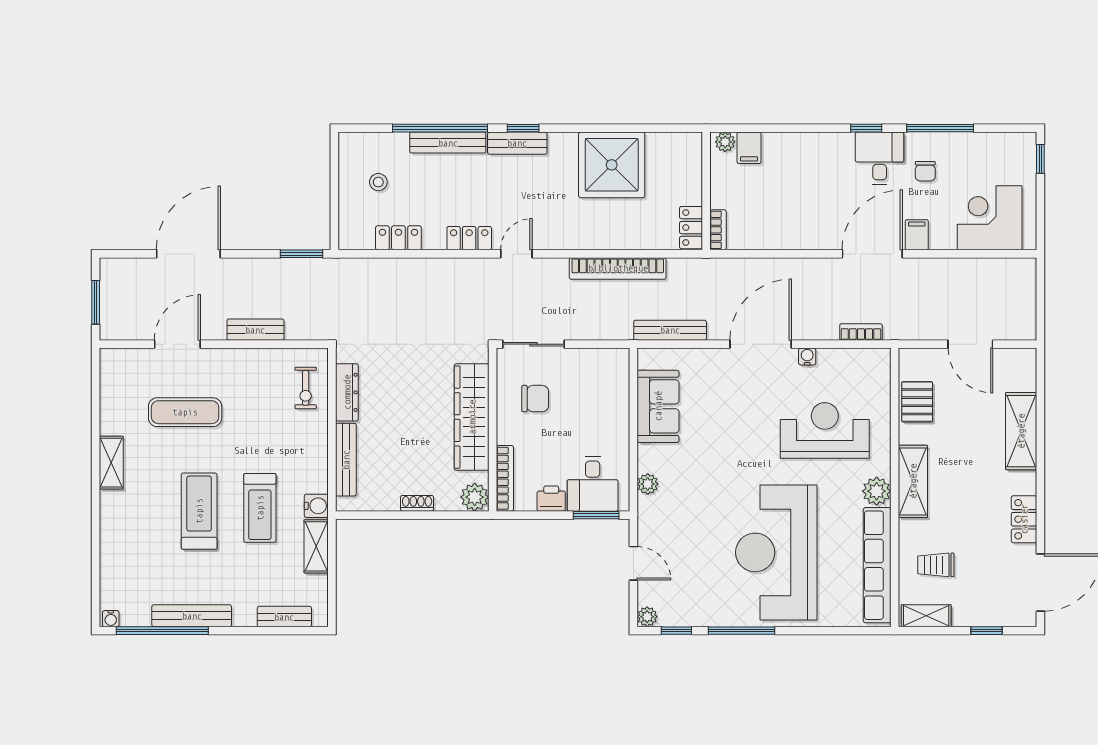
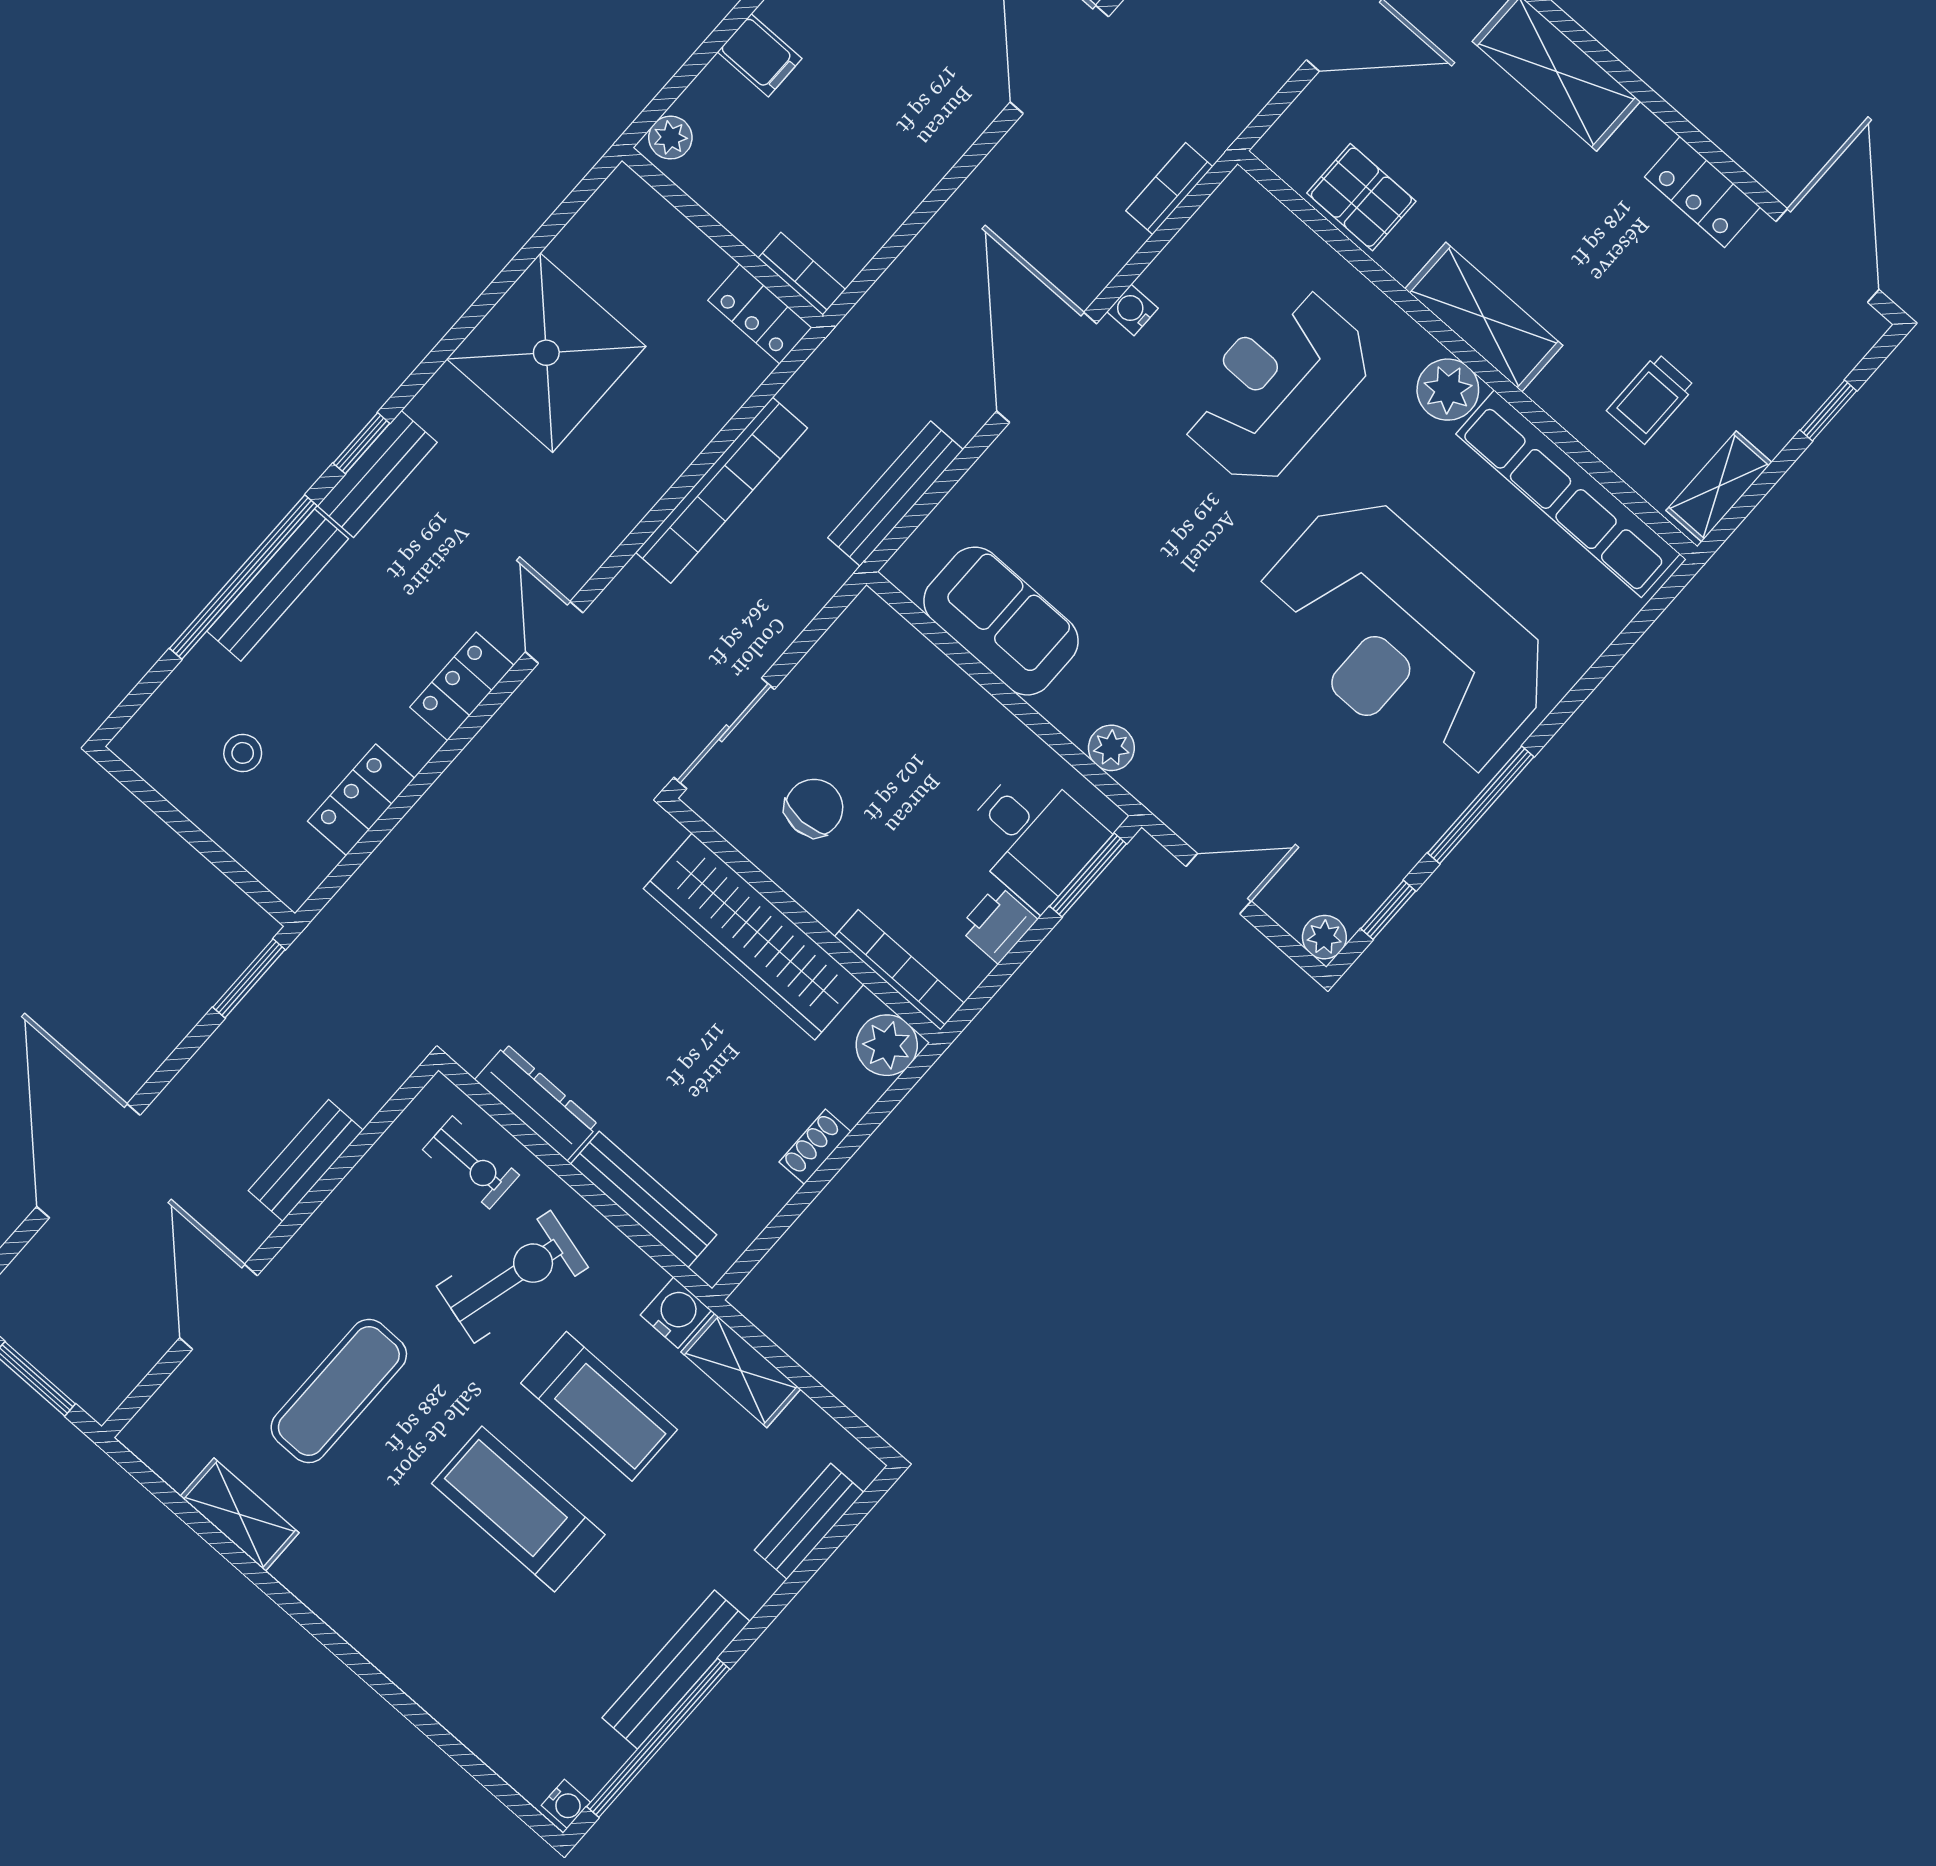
filing cabinet: (749, 148) -> (760, 55), moved
exercise bike: (278, 438) -> (512, 1277), added
shelving: (111, 463) -> (240, 1515), moved

